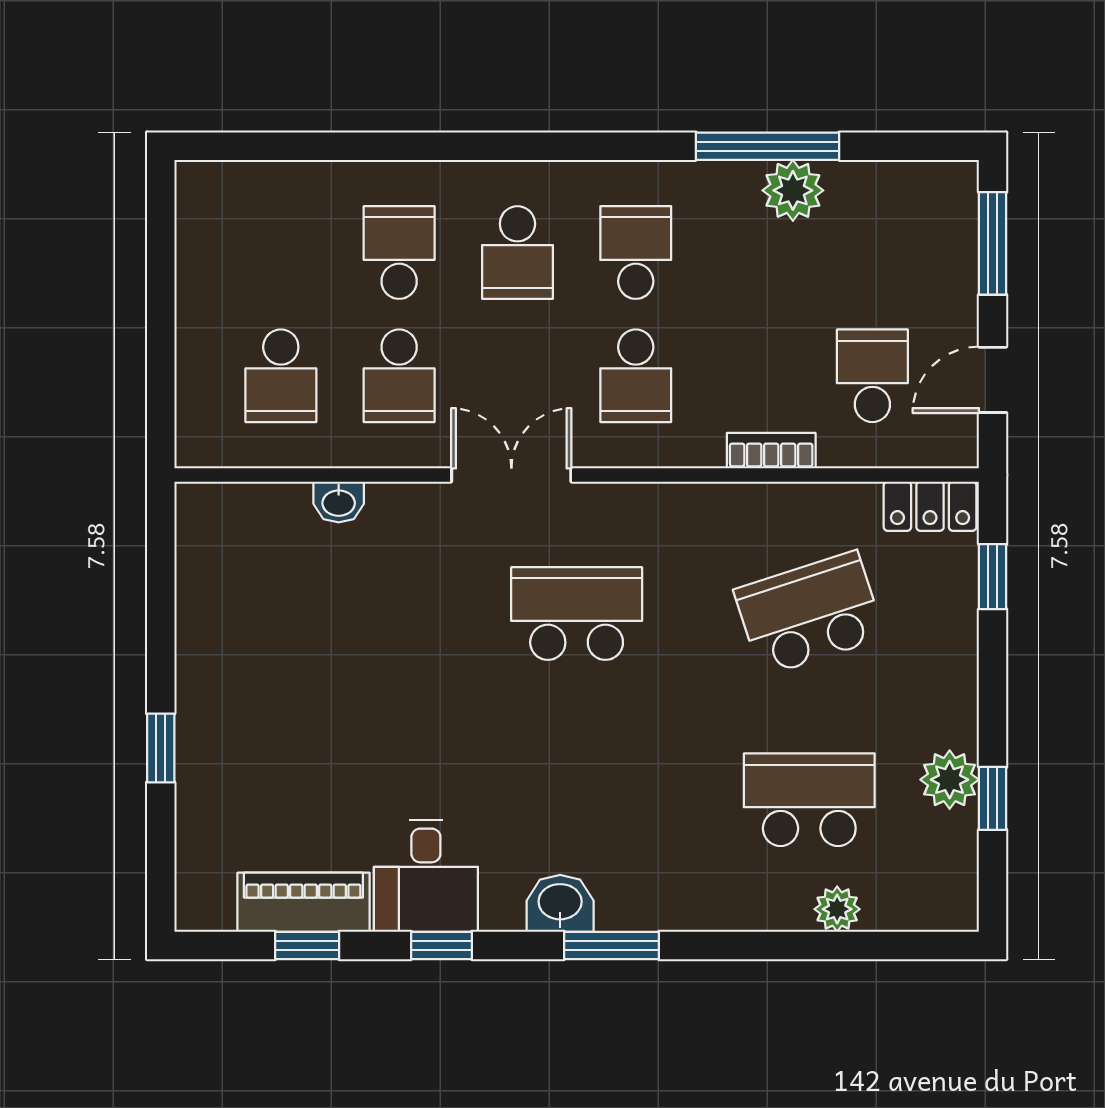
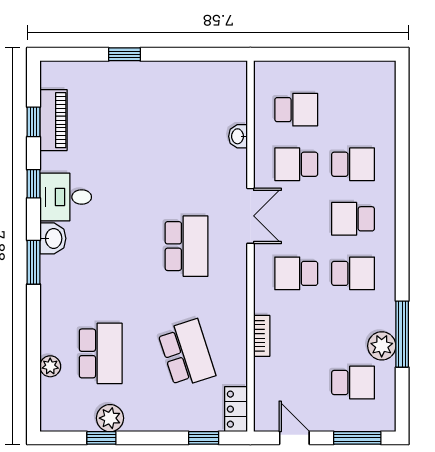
school desk: (281, 376) -> (296, 110), turned 180
school desk: (872, 376) -> (353, 383), moved
desk: (426, 876) -> (66, 197), moved

